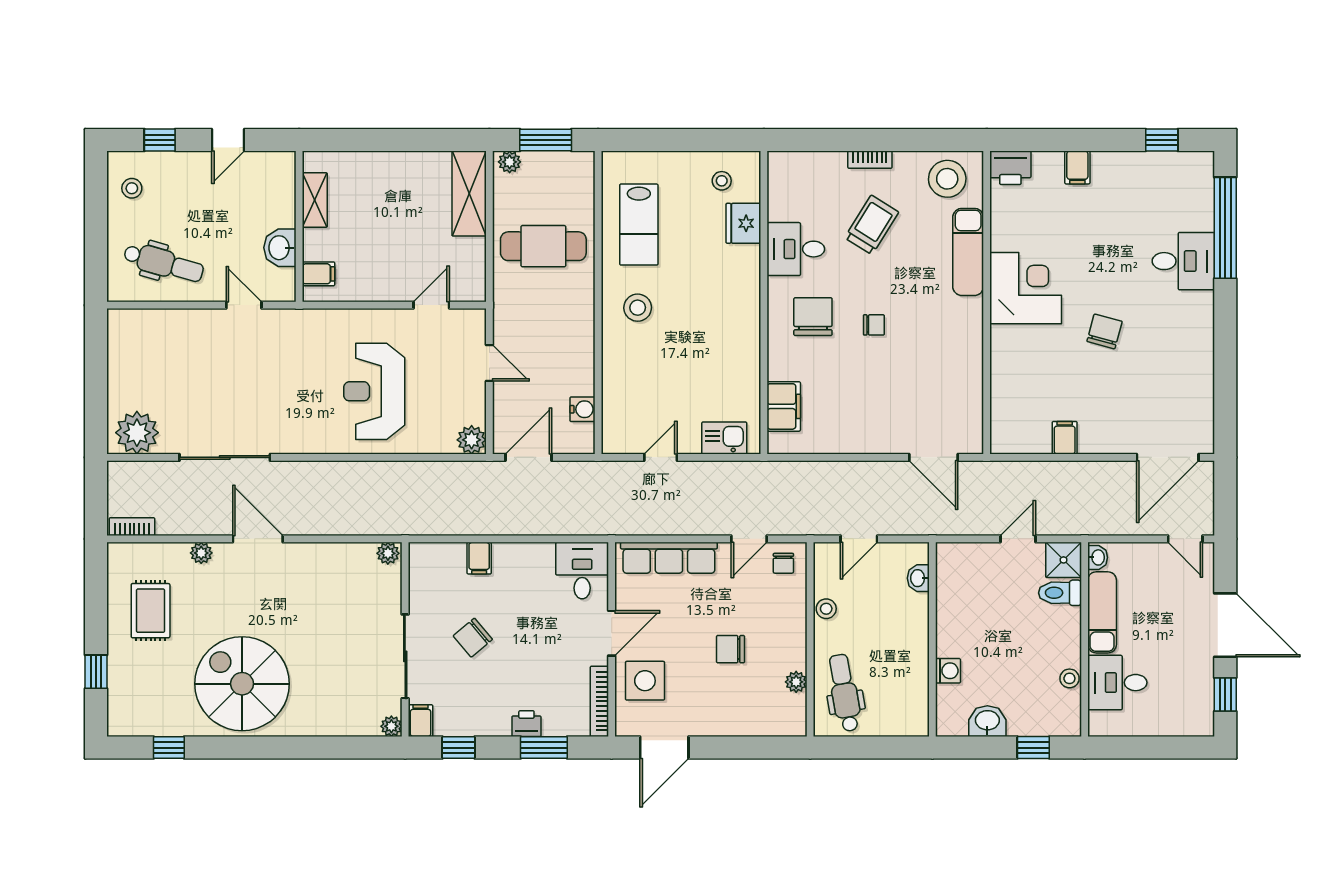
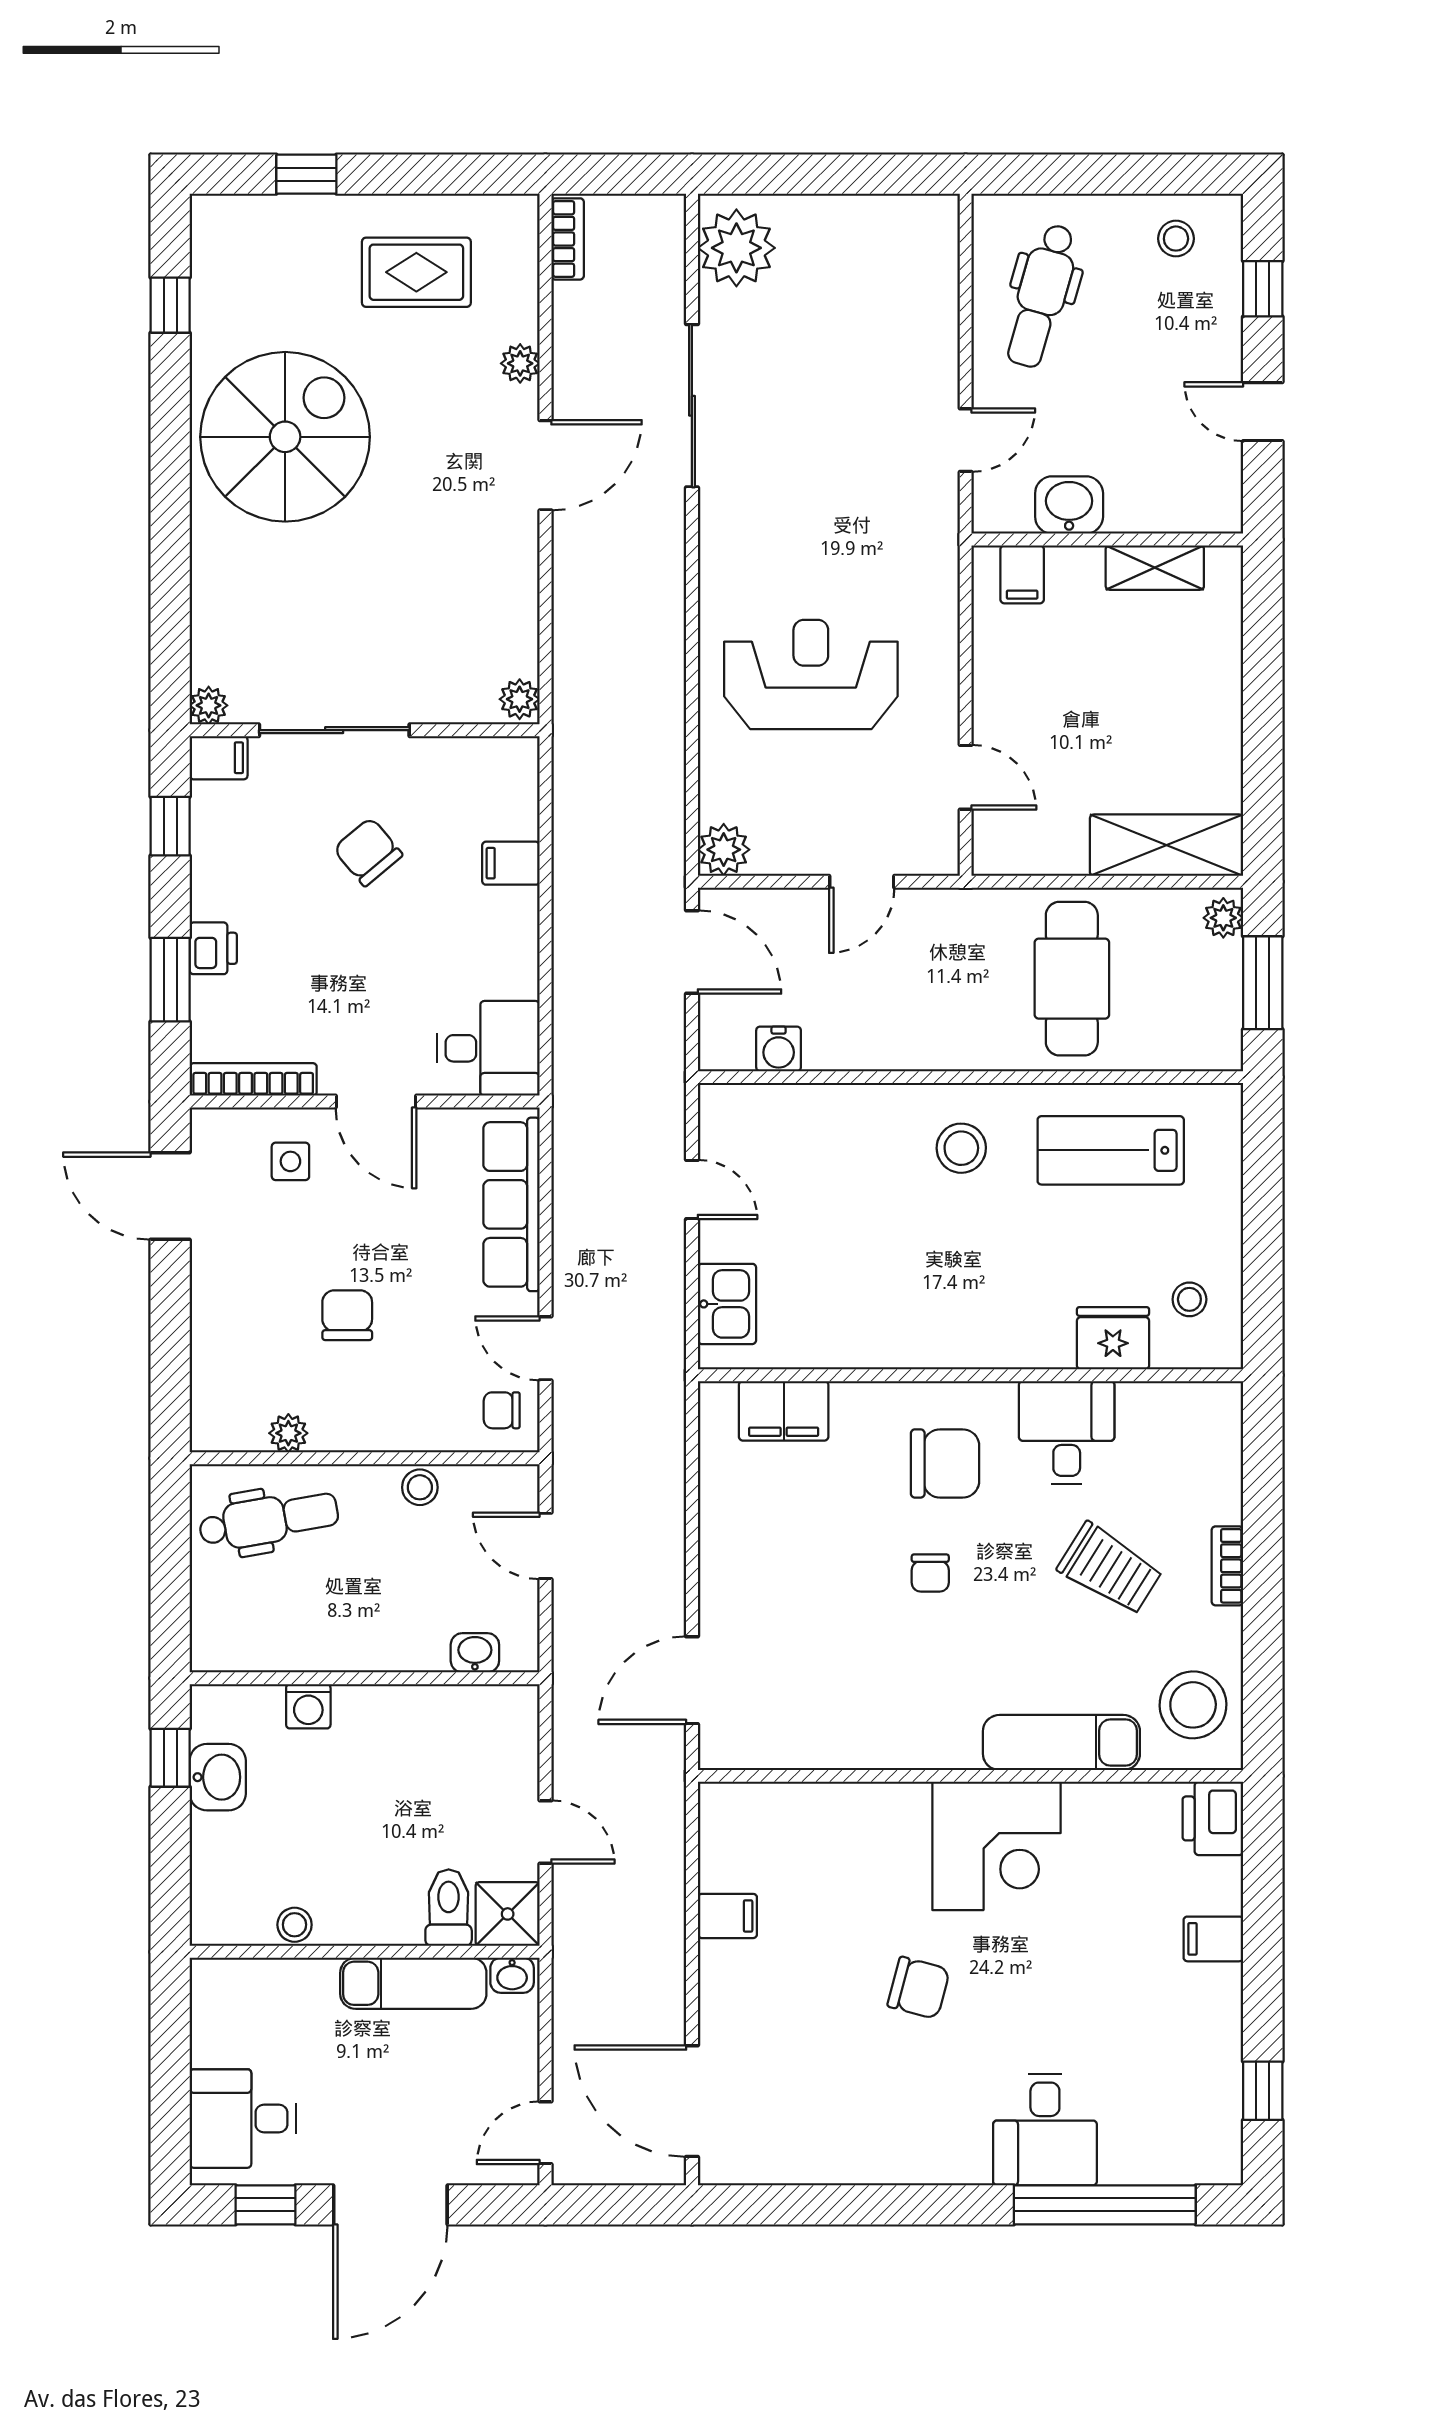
side table: (645, 681) -> (290, 1161), width x0.54, depth x0.54
desk: (1117, 683) -> (243, 2119), moved, turned -90
window: (1033, 748) -> (170, 1758), moved

